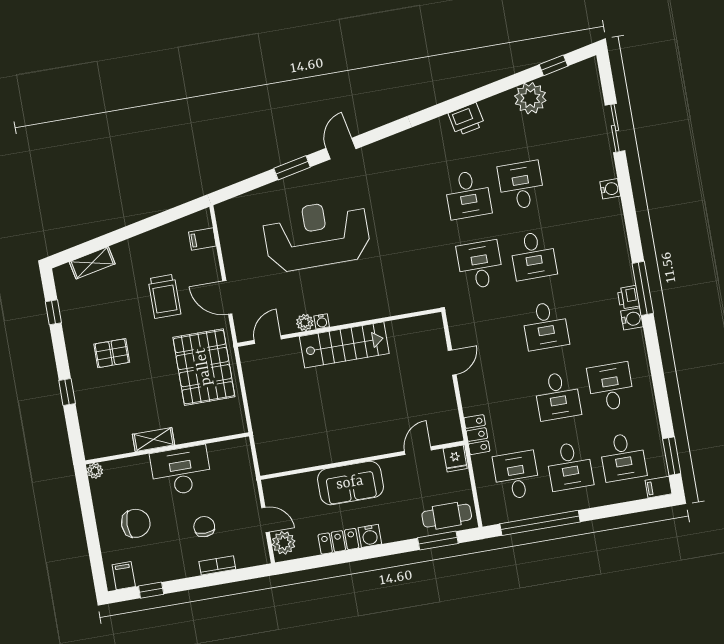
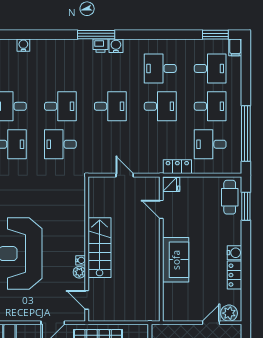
door: (418, 451) -> (161, 209), moved
fridge: (455, 458) -> (171, 185), moved
wall: (362, 460) -> (161, 249), moved
sofa: (350, 483) -> (176, 260), moved

